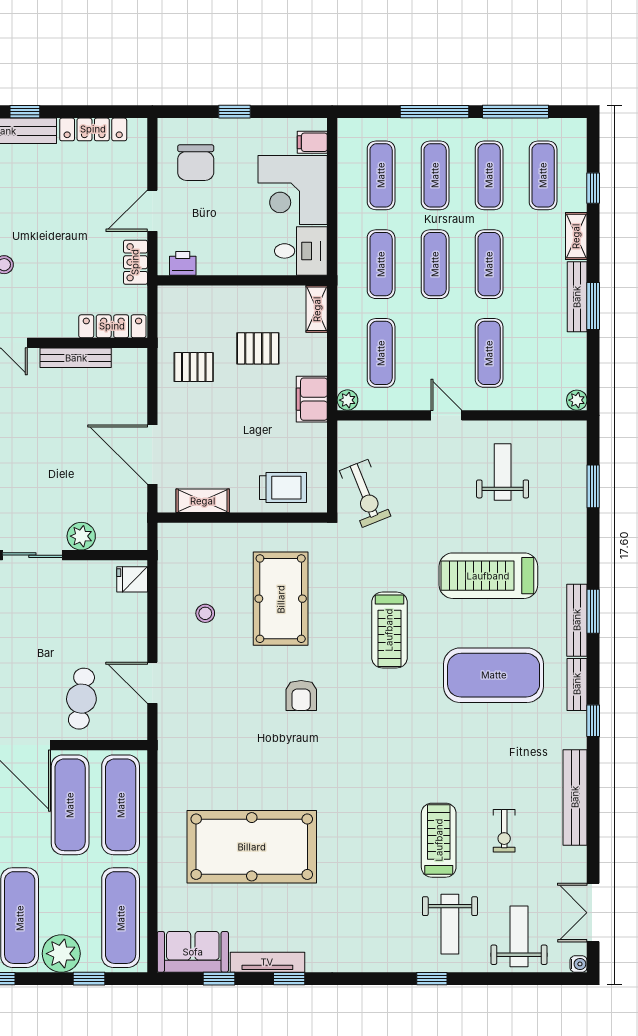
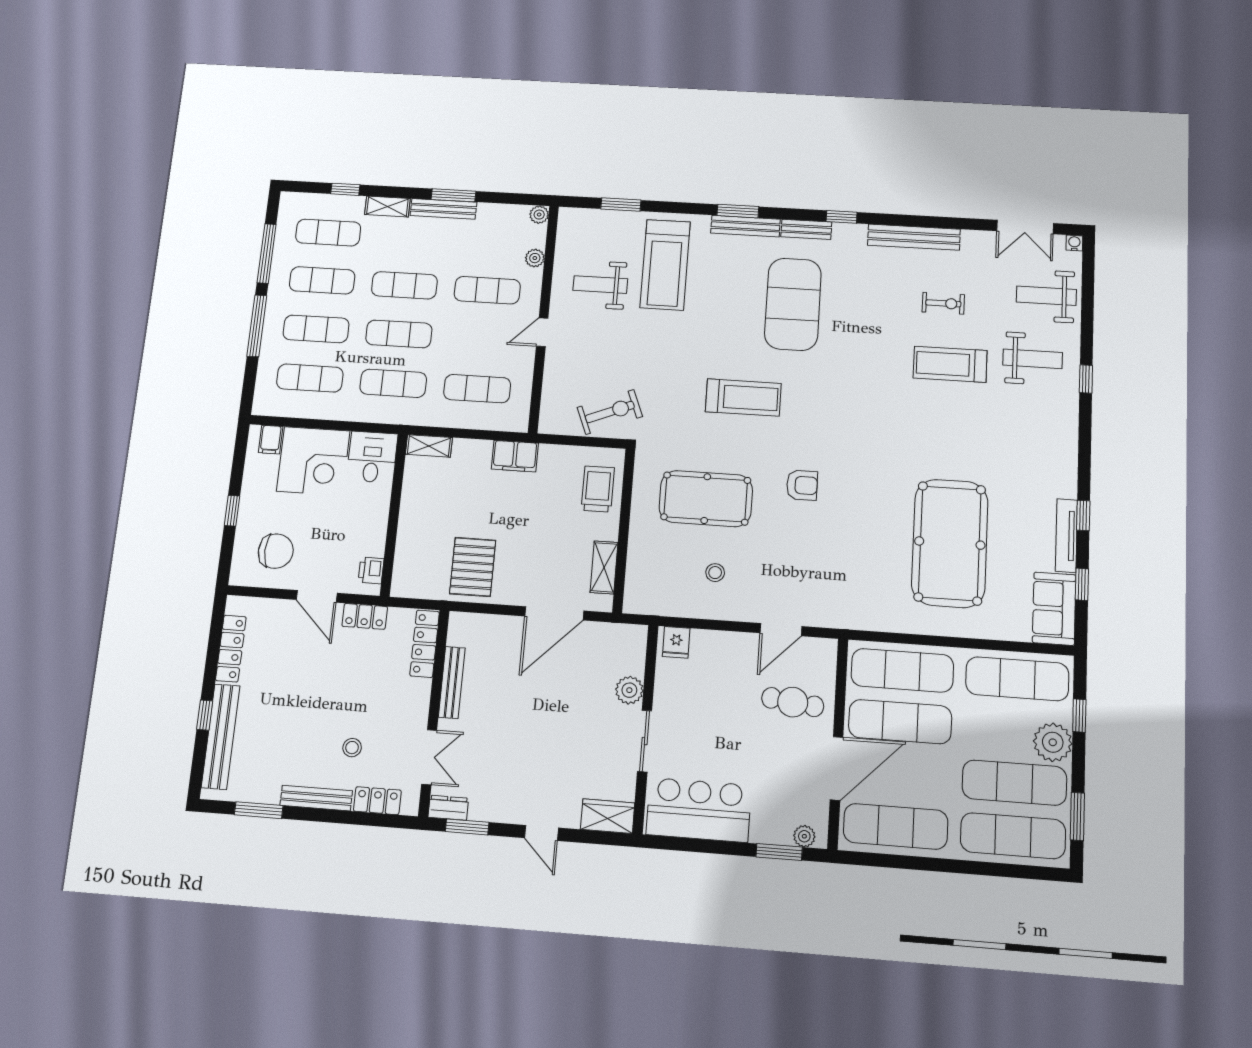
pallet: (258, 348) -> (461, 504), removed
pallet: (194, 367) -> (473, 567), width x1.50, depth x1.42
plant: (347, 400) -> (535, 258), moved
treadmill: (488, 576) -> (665, 265), moved

